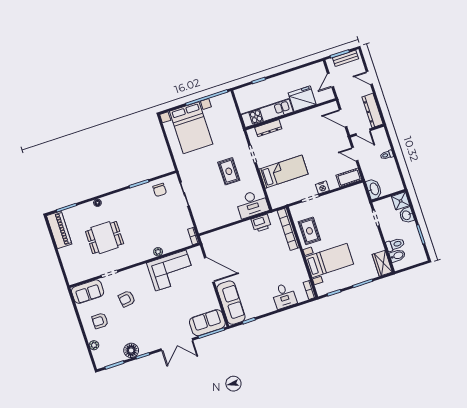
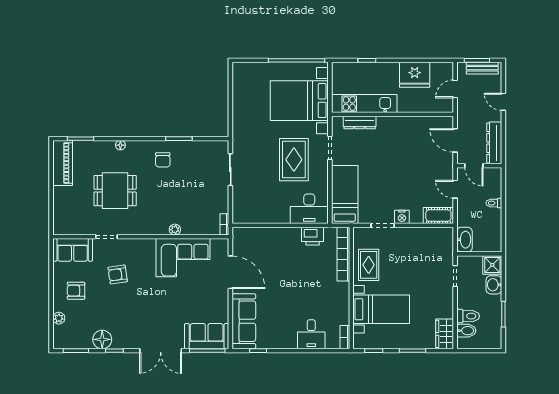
fridge: (302, 99) -> (415, 75), moved, turned 180
bed with nightstands: (191, 128) -> (299, 101), moved, turned 90
rug: (229, 171) -> (294, 160), width x1.36, depth x1.43
bed: (284, 172) -> (345, 195), moved, turned -90
chair: (160, 190) -> (163, 160), moved

